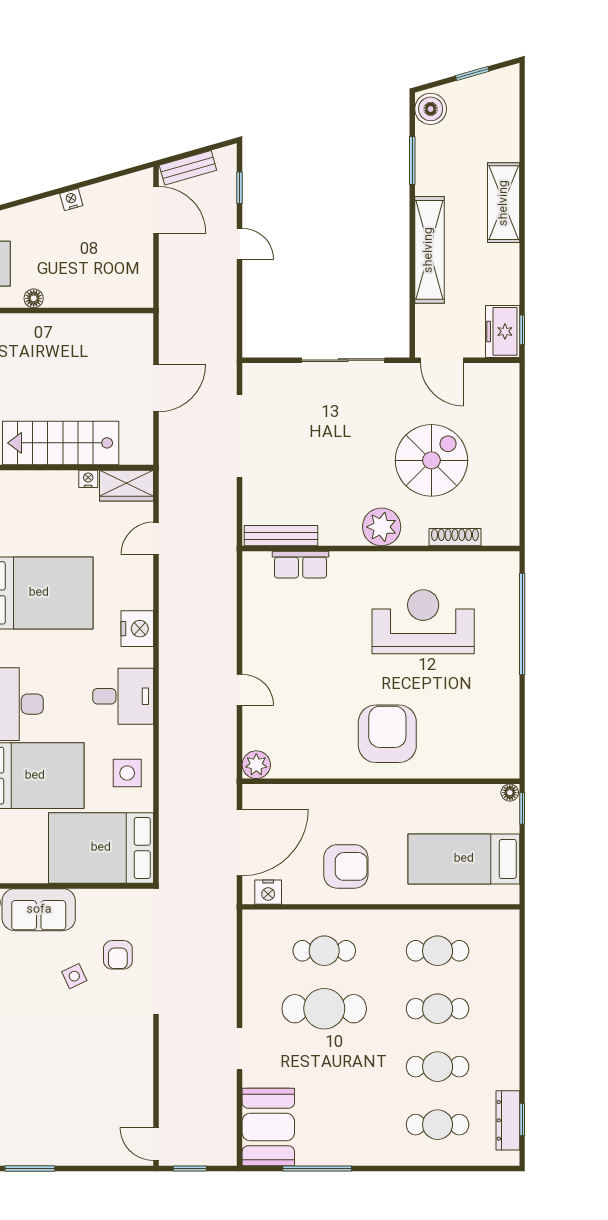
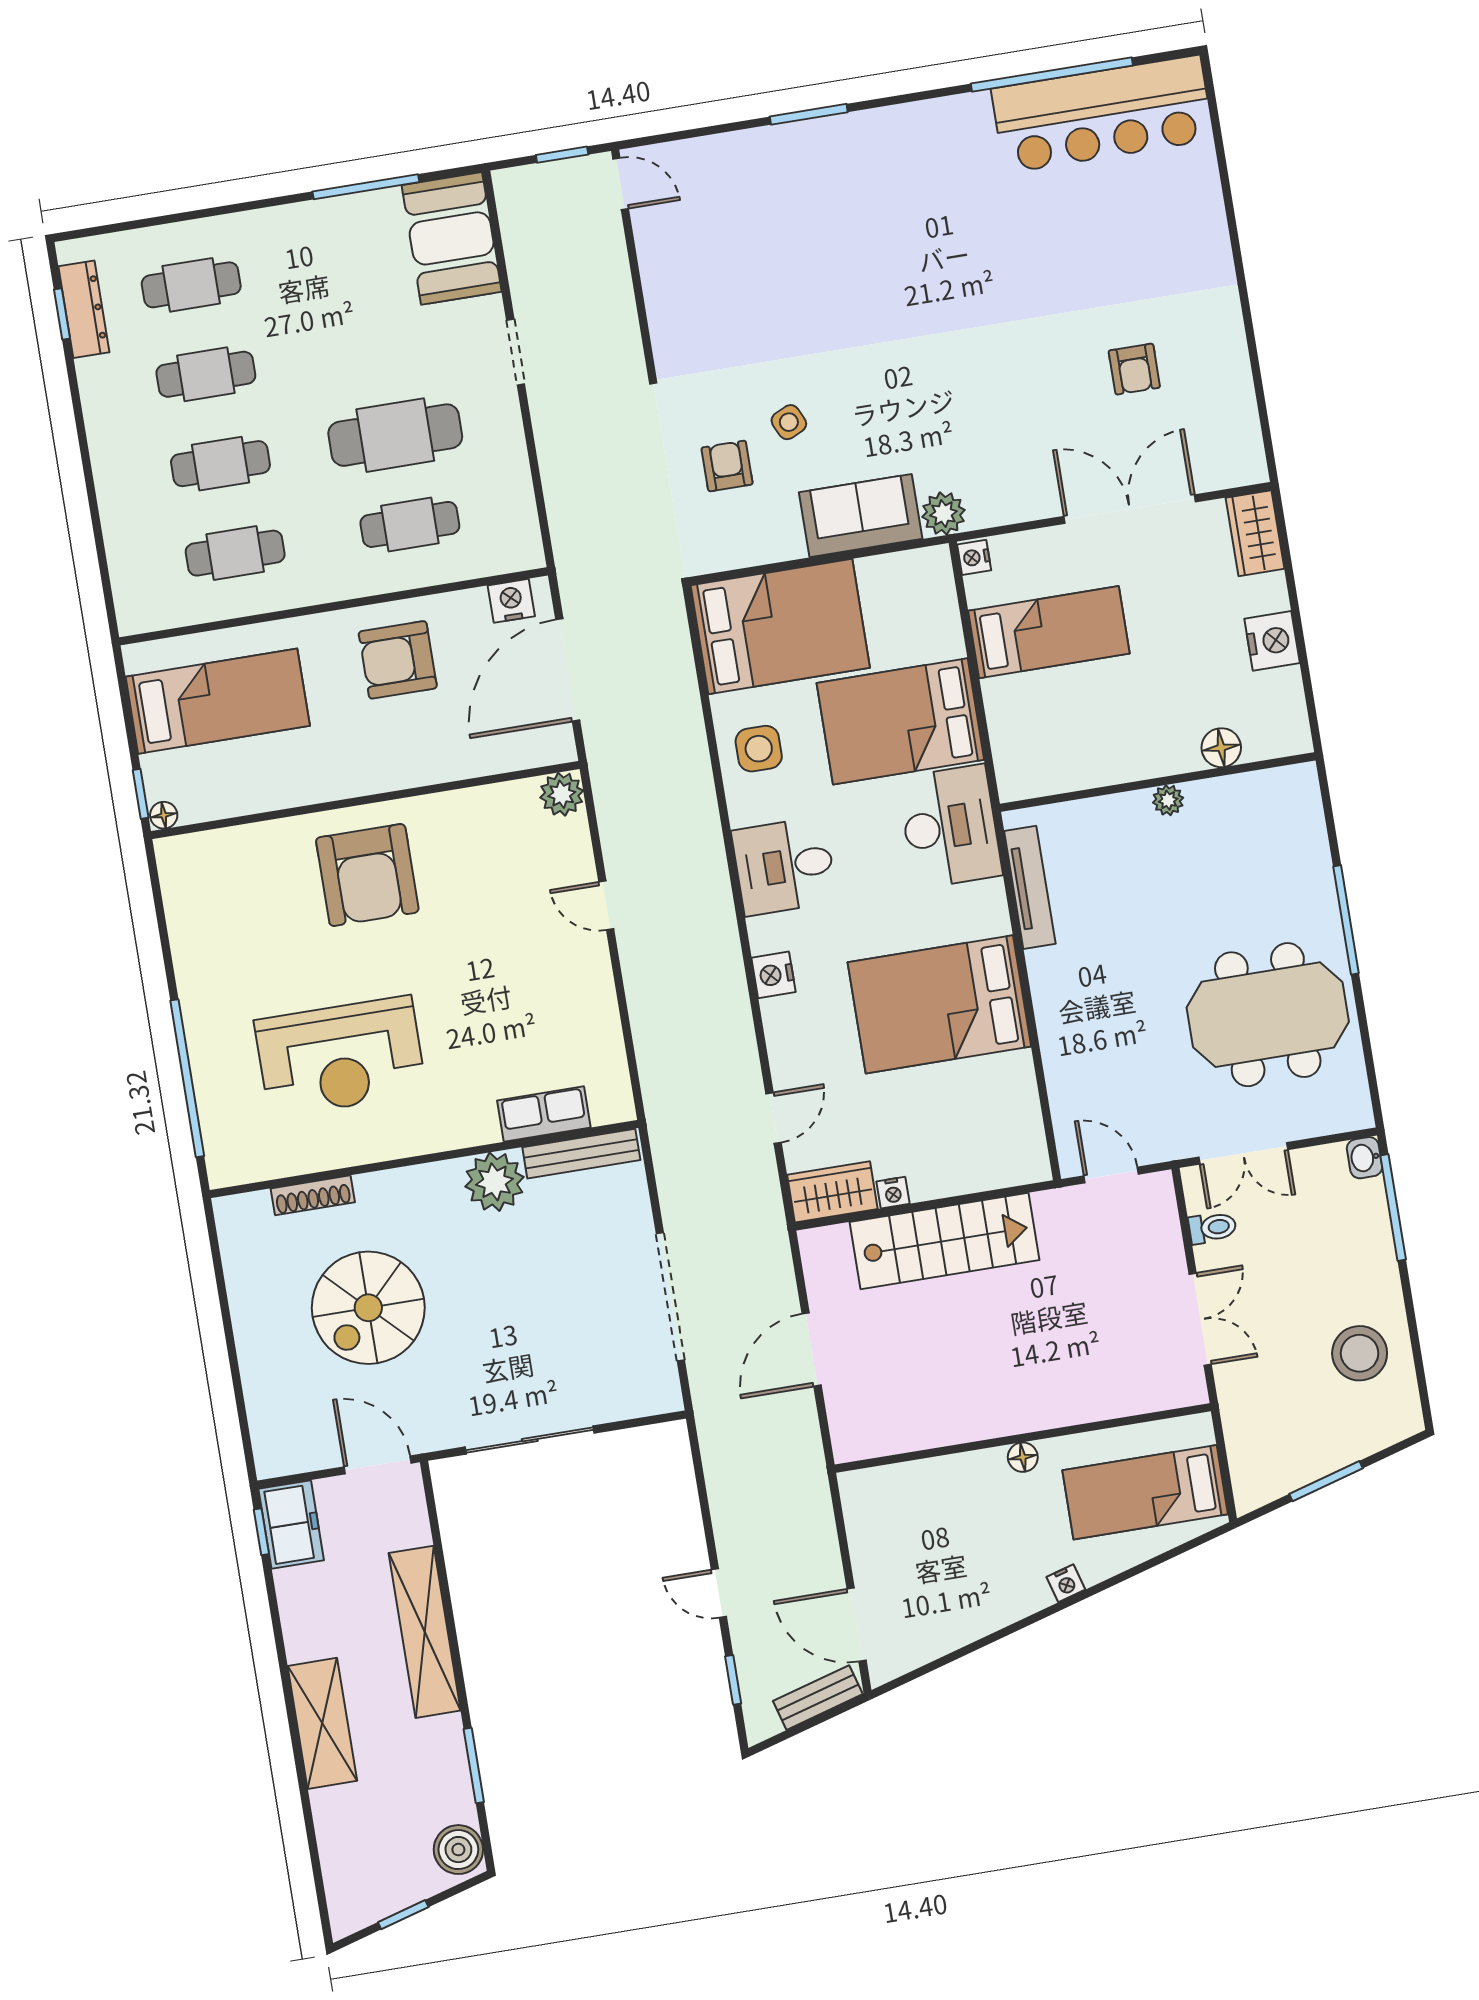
nightstand: (71, 200) -> (1066, 1583), moved
plant: (382, 527) -> (495, 1182), moved
nightstand: (137, 629) -> (774, 975), width x0.74, depth x0.75

